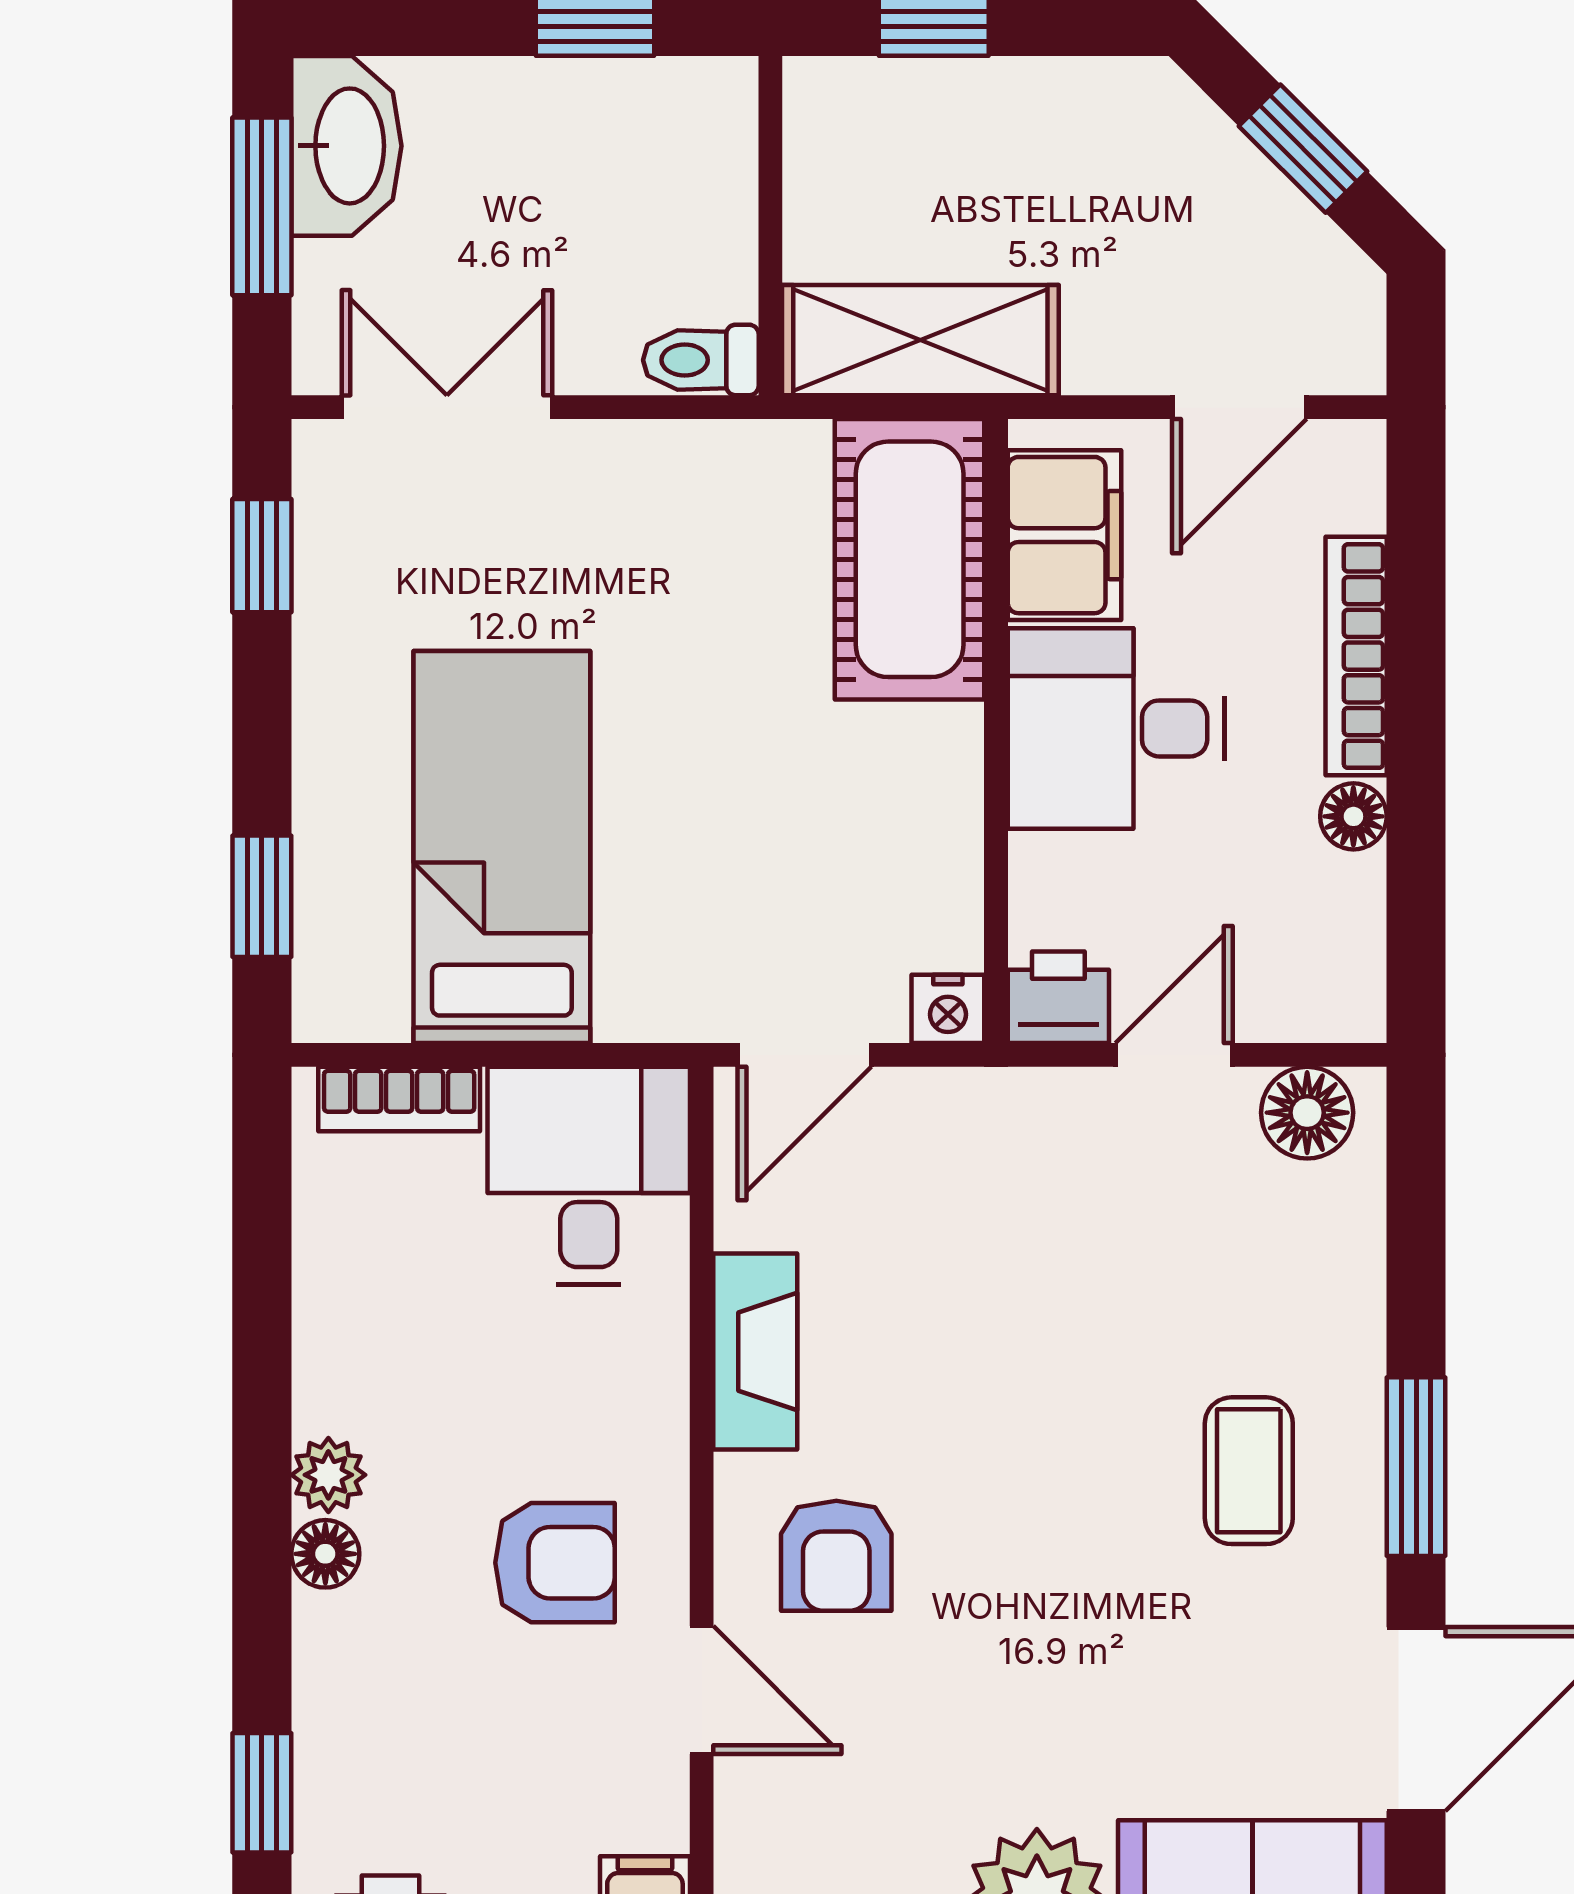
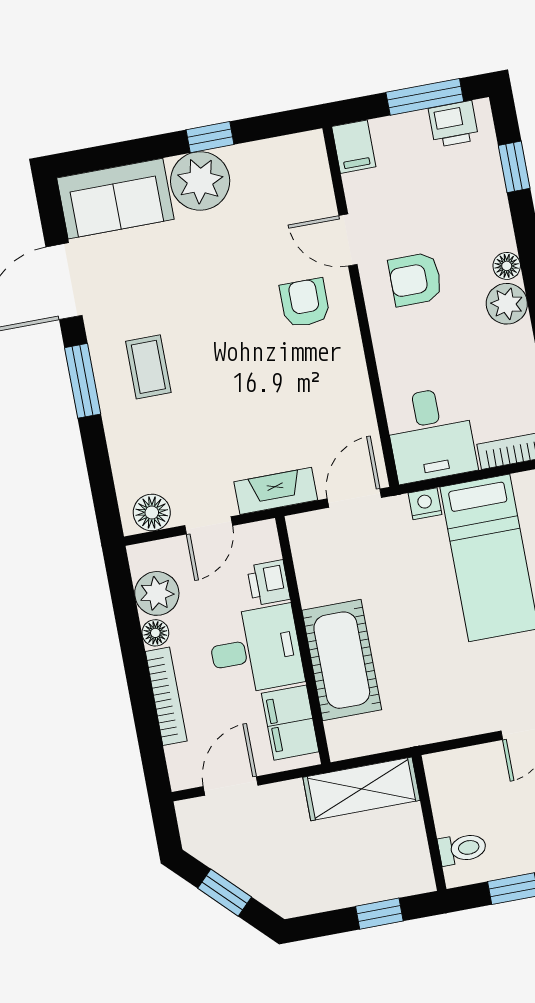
toilet: (701, 360) -> (462, 849), moved
cot: (910, 559) -> (342, 660), moved
plant: (1332, 912) -> (157, 593), added
printer: (1058, 997) -> (268, 583), moved, turned 90
nightstand: (948, 1009) -> (425, 504), moved
fireplace: (755, 1352) -> (276, 491), moved, turned 90
plant: (328, 1475) -> (507, 304), width x1.38, depth x1.38

